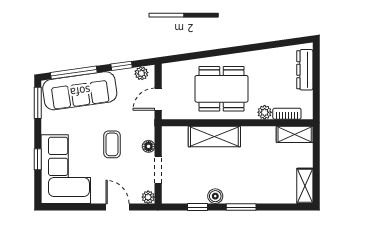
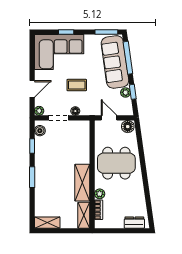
dresser: (305, 70) -> (134, 223), width x0.70
plant: (141, 73) -> (126, 93), moved
floor lamp: (170, 73) -> (128, 127), added
dining table: (221, 89) -> (116, 163), turned 90
shelving: (214, 137) -> (82, 183), moved
boiler: (215, 196) -> (40, 131), moved

